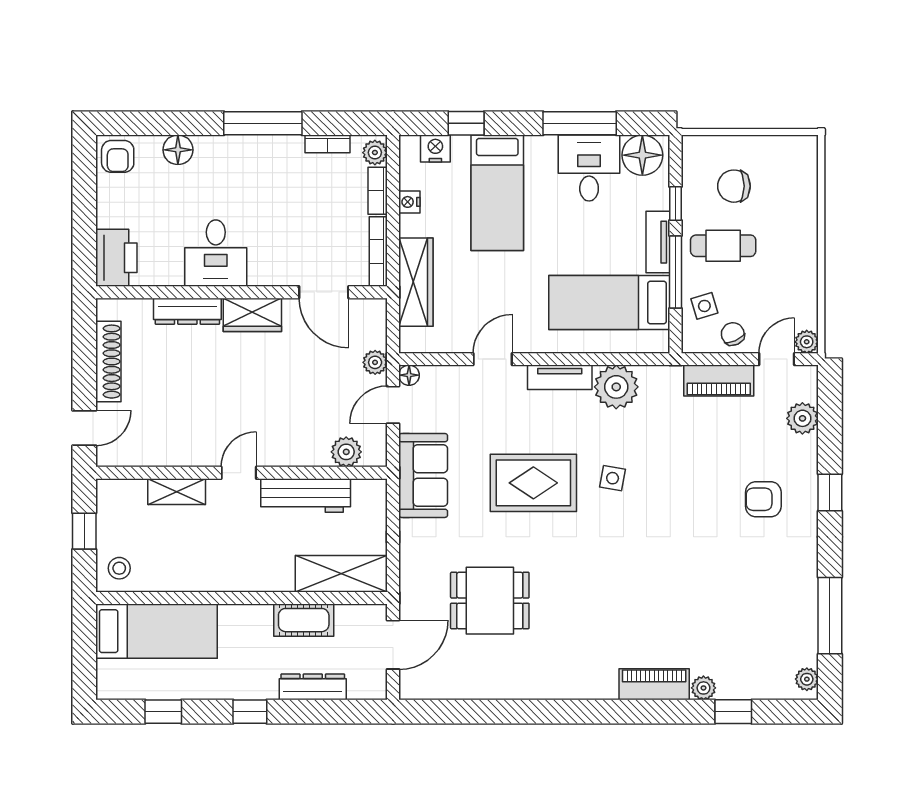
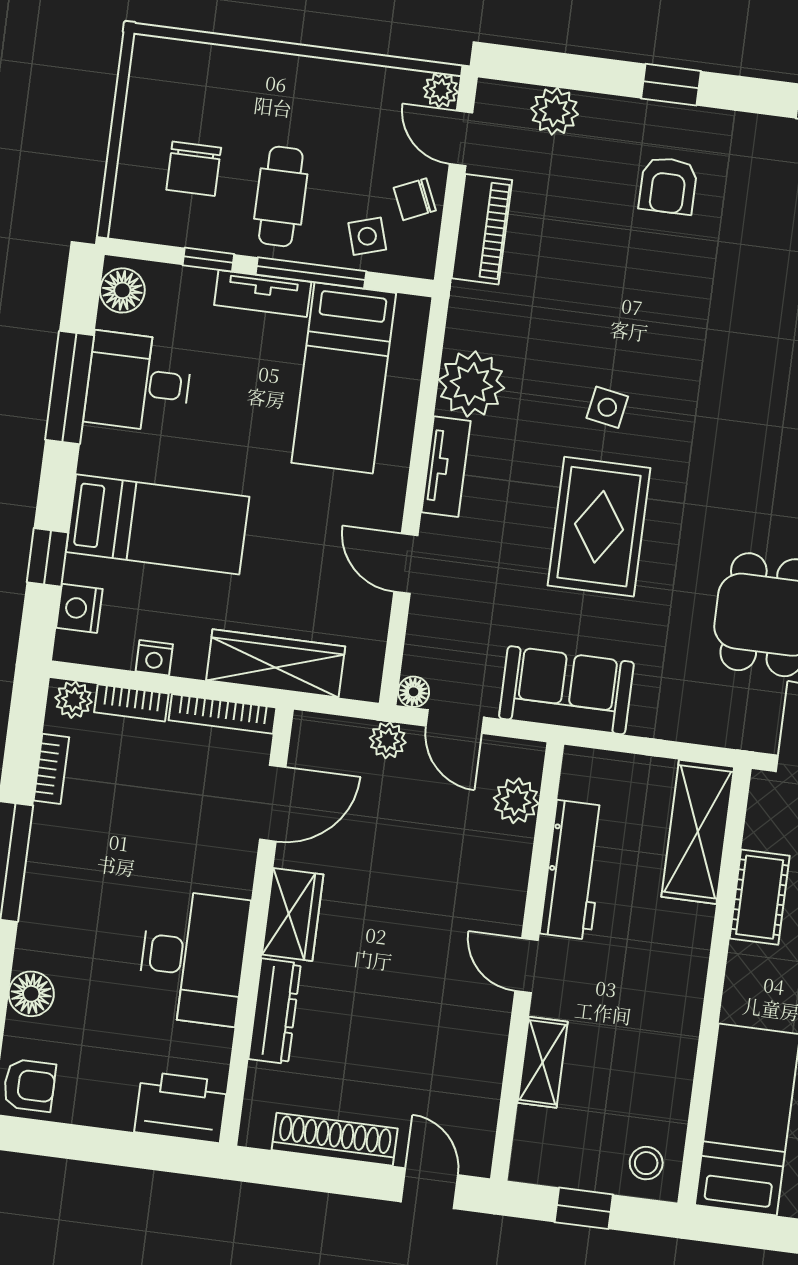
floor lamp: (642, 155) -> (122, 290), width x0.73, depth x0.73
desk: (216, 253) -> (193, 957), width x1.37

